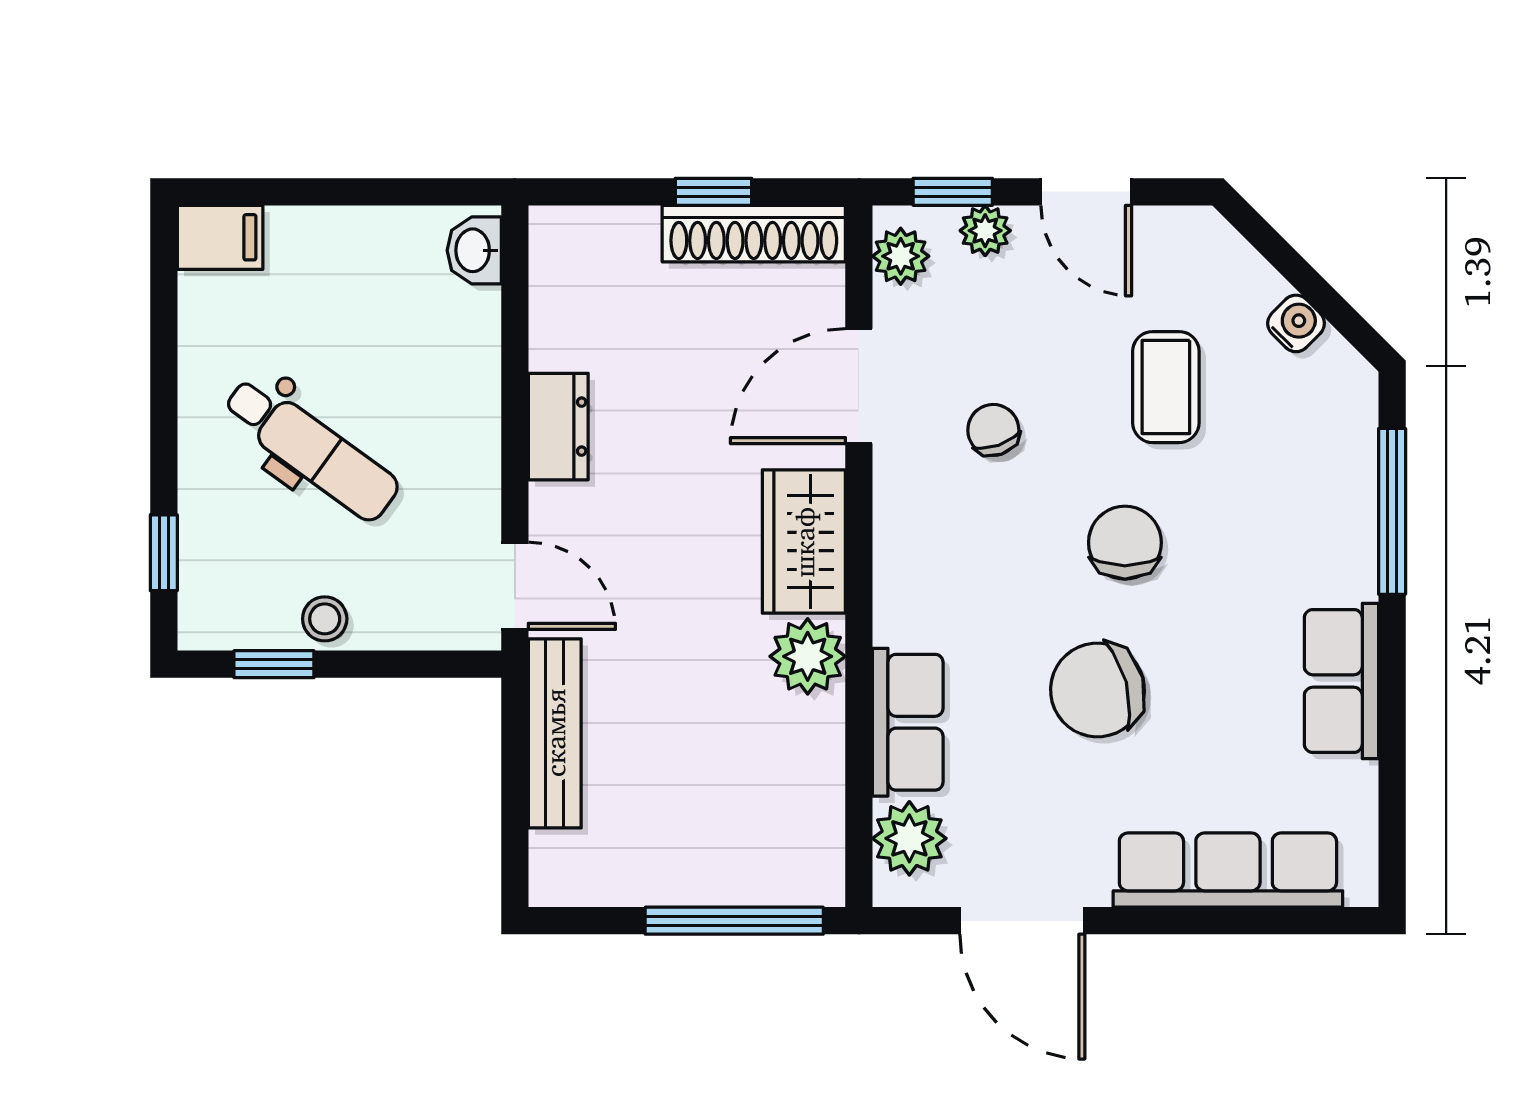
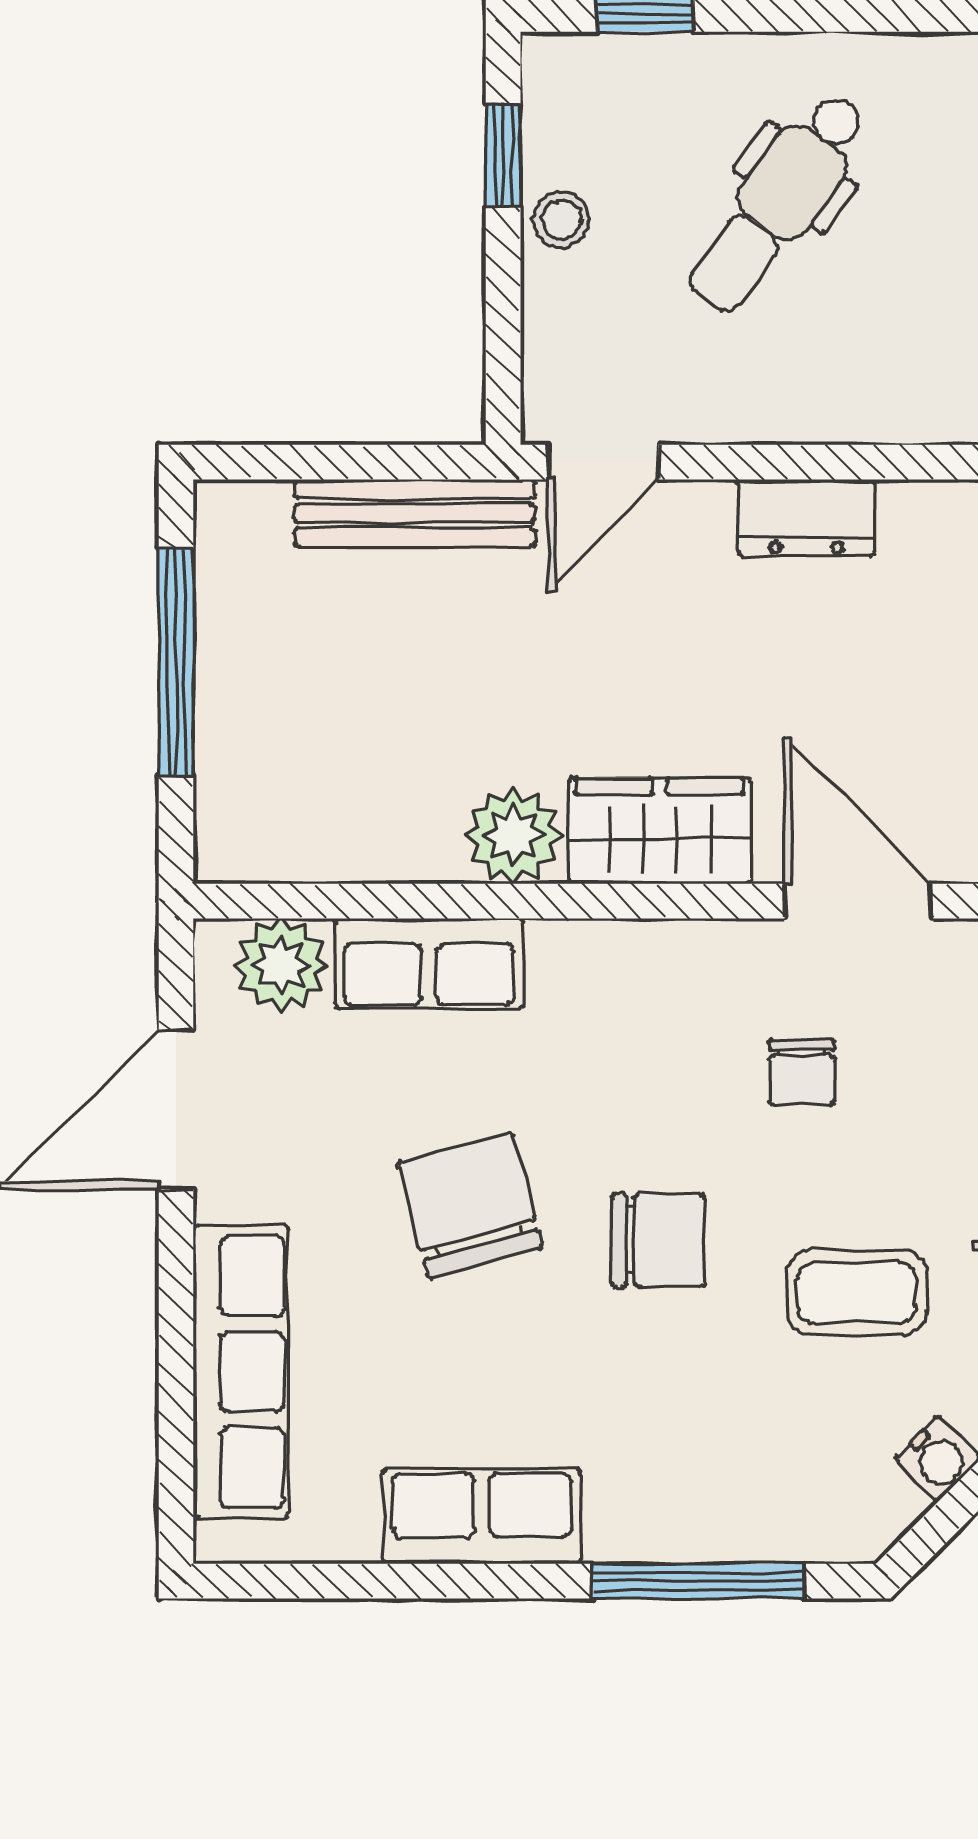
chair: (993, 430) -> (802, 1072), turned 109
window: (734, 921) -> (176, 663), moved

